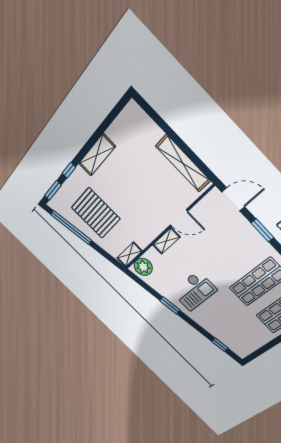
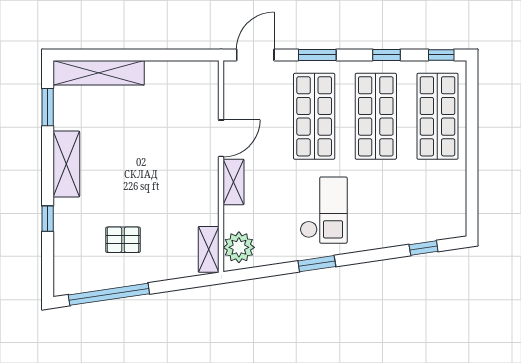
shelving: (183, 163) -> (99, 73), moved
window: (53, 190) -> (48, 107), moved
pallet: (96, 213) -> (123, 240), width x0.49, depth x0.50
shop shelf: (231, 253) -> (314, 116), added

